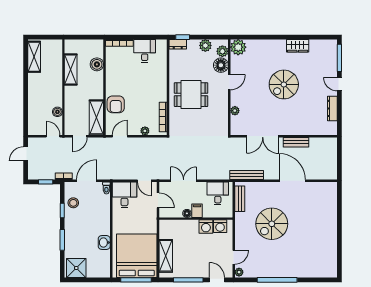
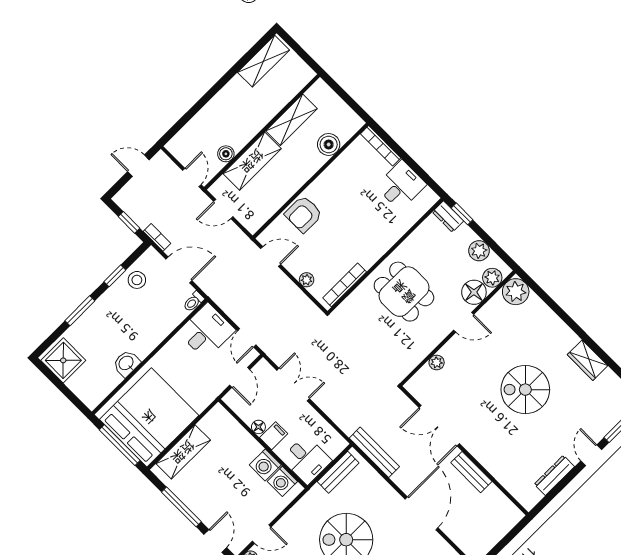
shelving: (96, 117) -> (252, 161), moved
desk: (218, 193) -> (307, 460), moved, turned 90

